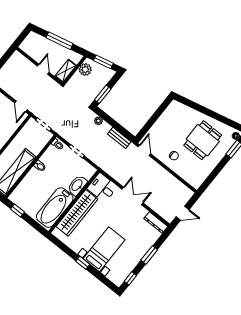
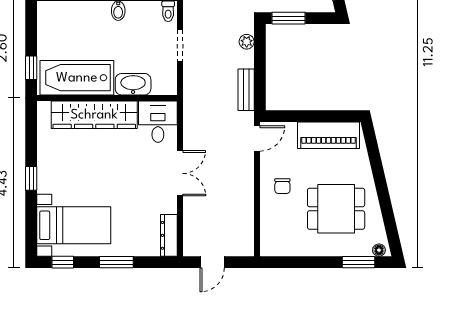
piano: (168, 118) -> (329, 135), added
window: (17, 210) -> (31, 68), moved
door: (183, 213) -> (212, 262), hinge flipped
bed with nightstands: (104, 249) -> (74, 225), moved

